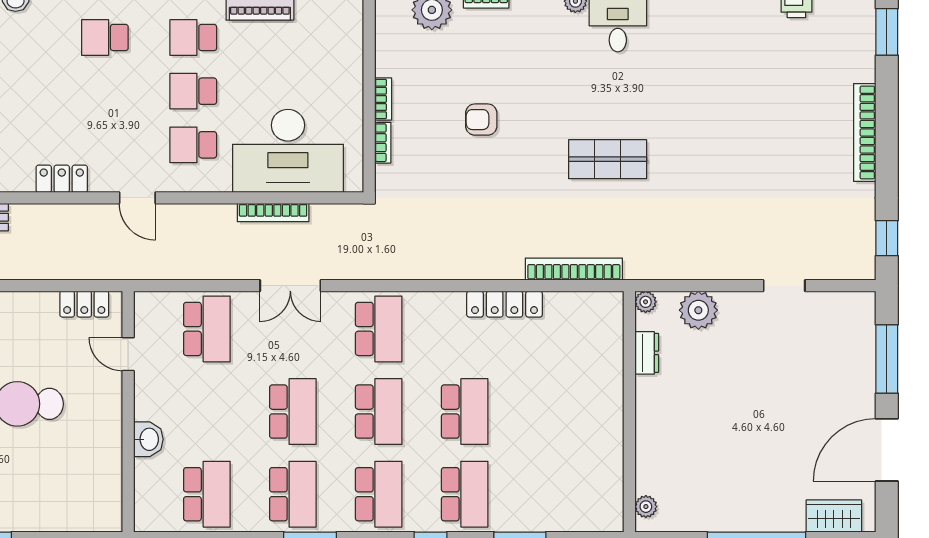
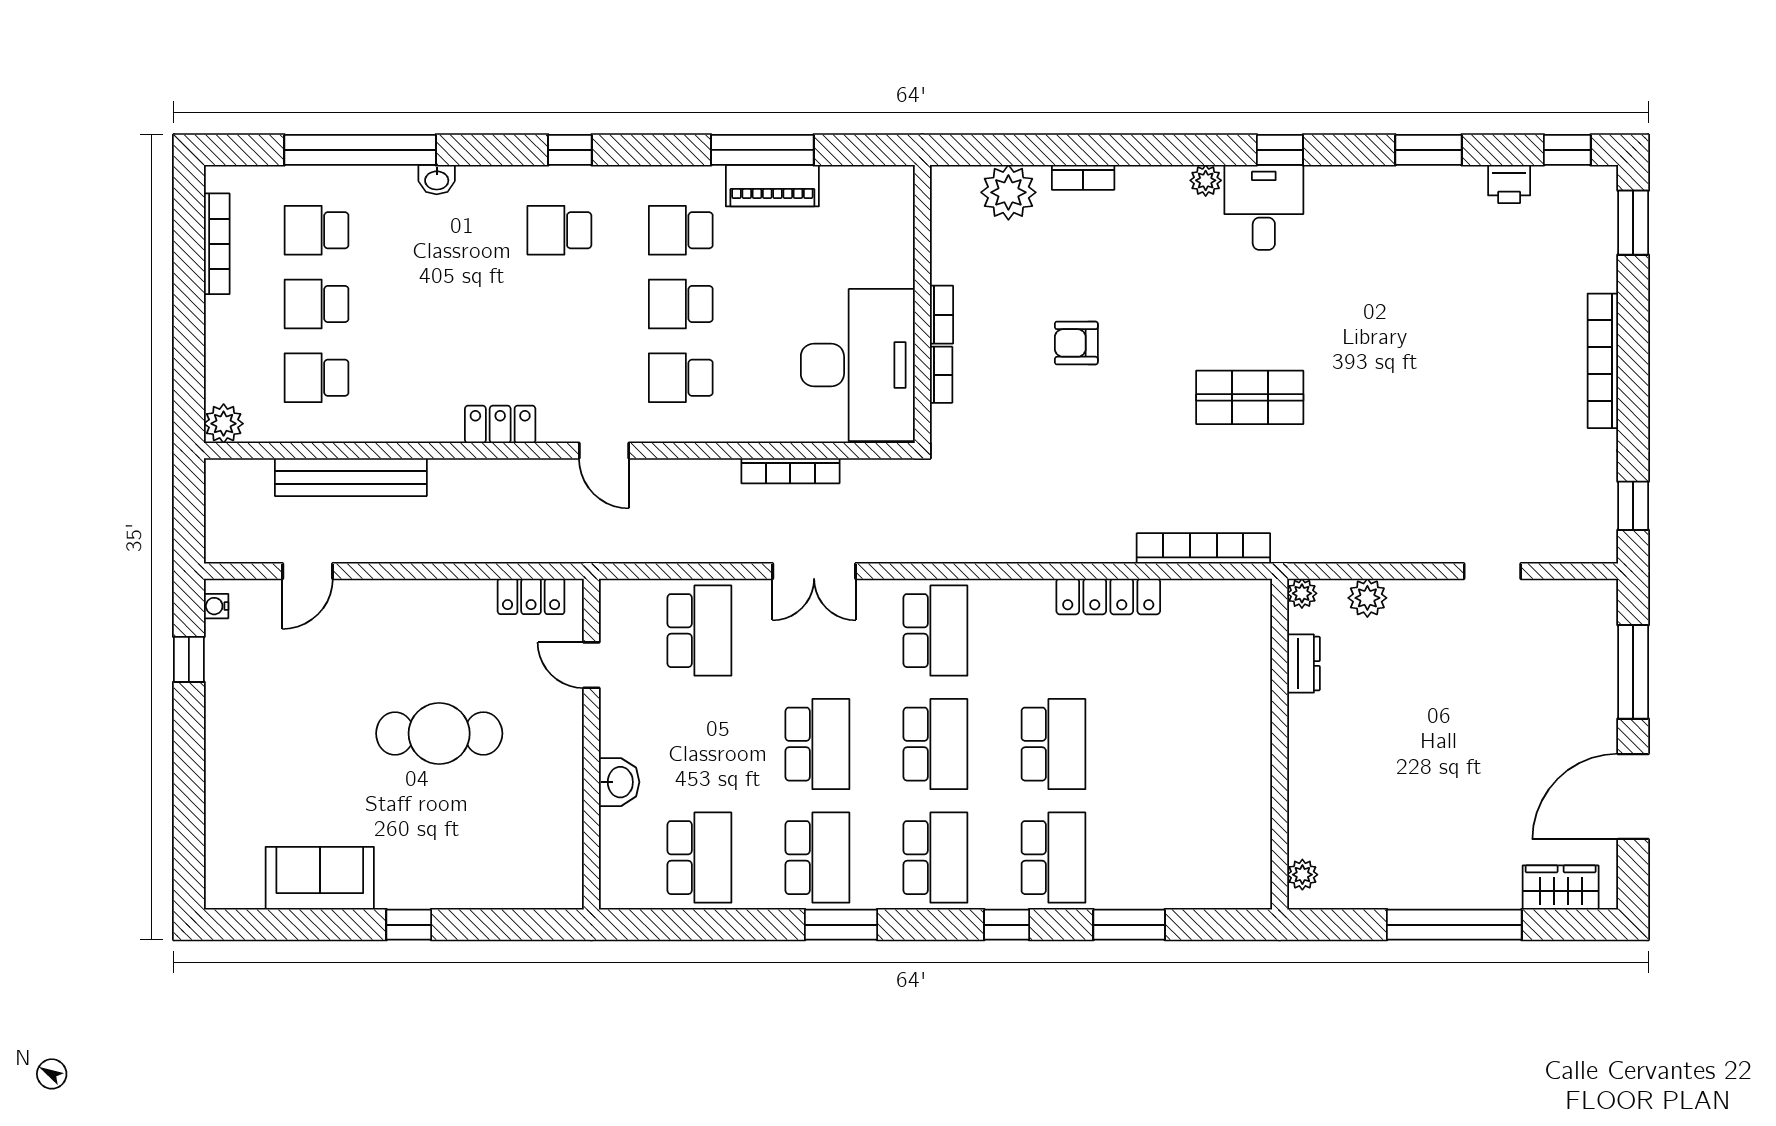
desk: (288, 151) -> (858, 365), moved, turned -90
plant: (698, 310) -> (1367, 598), width x0.73, depth x0.73

